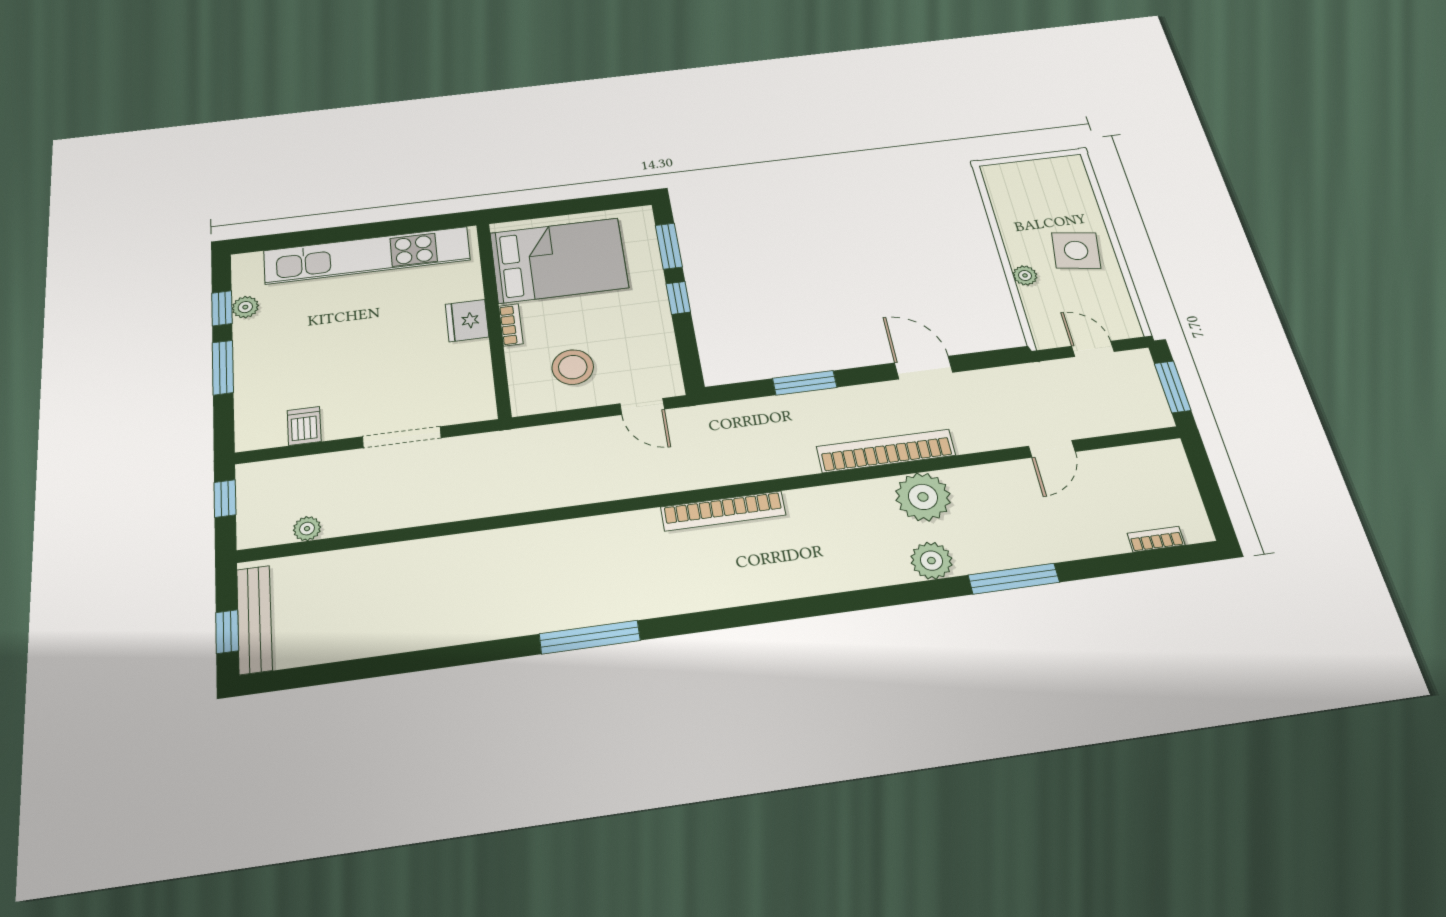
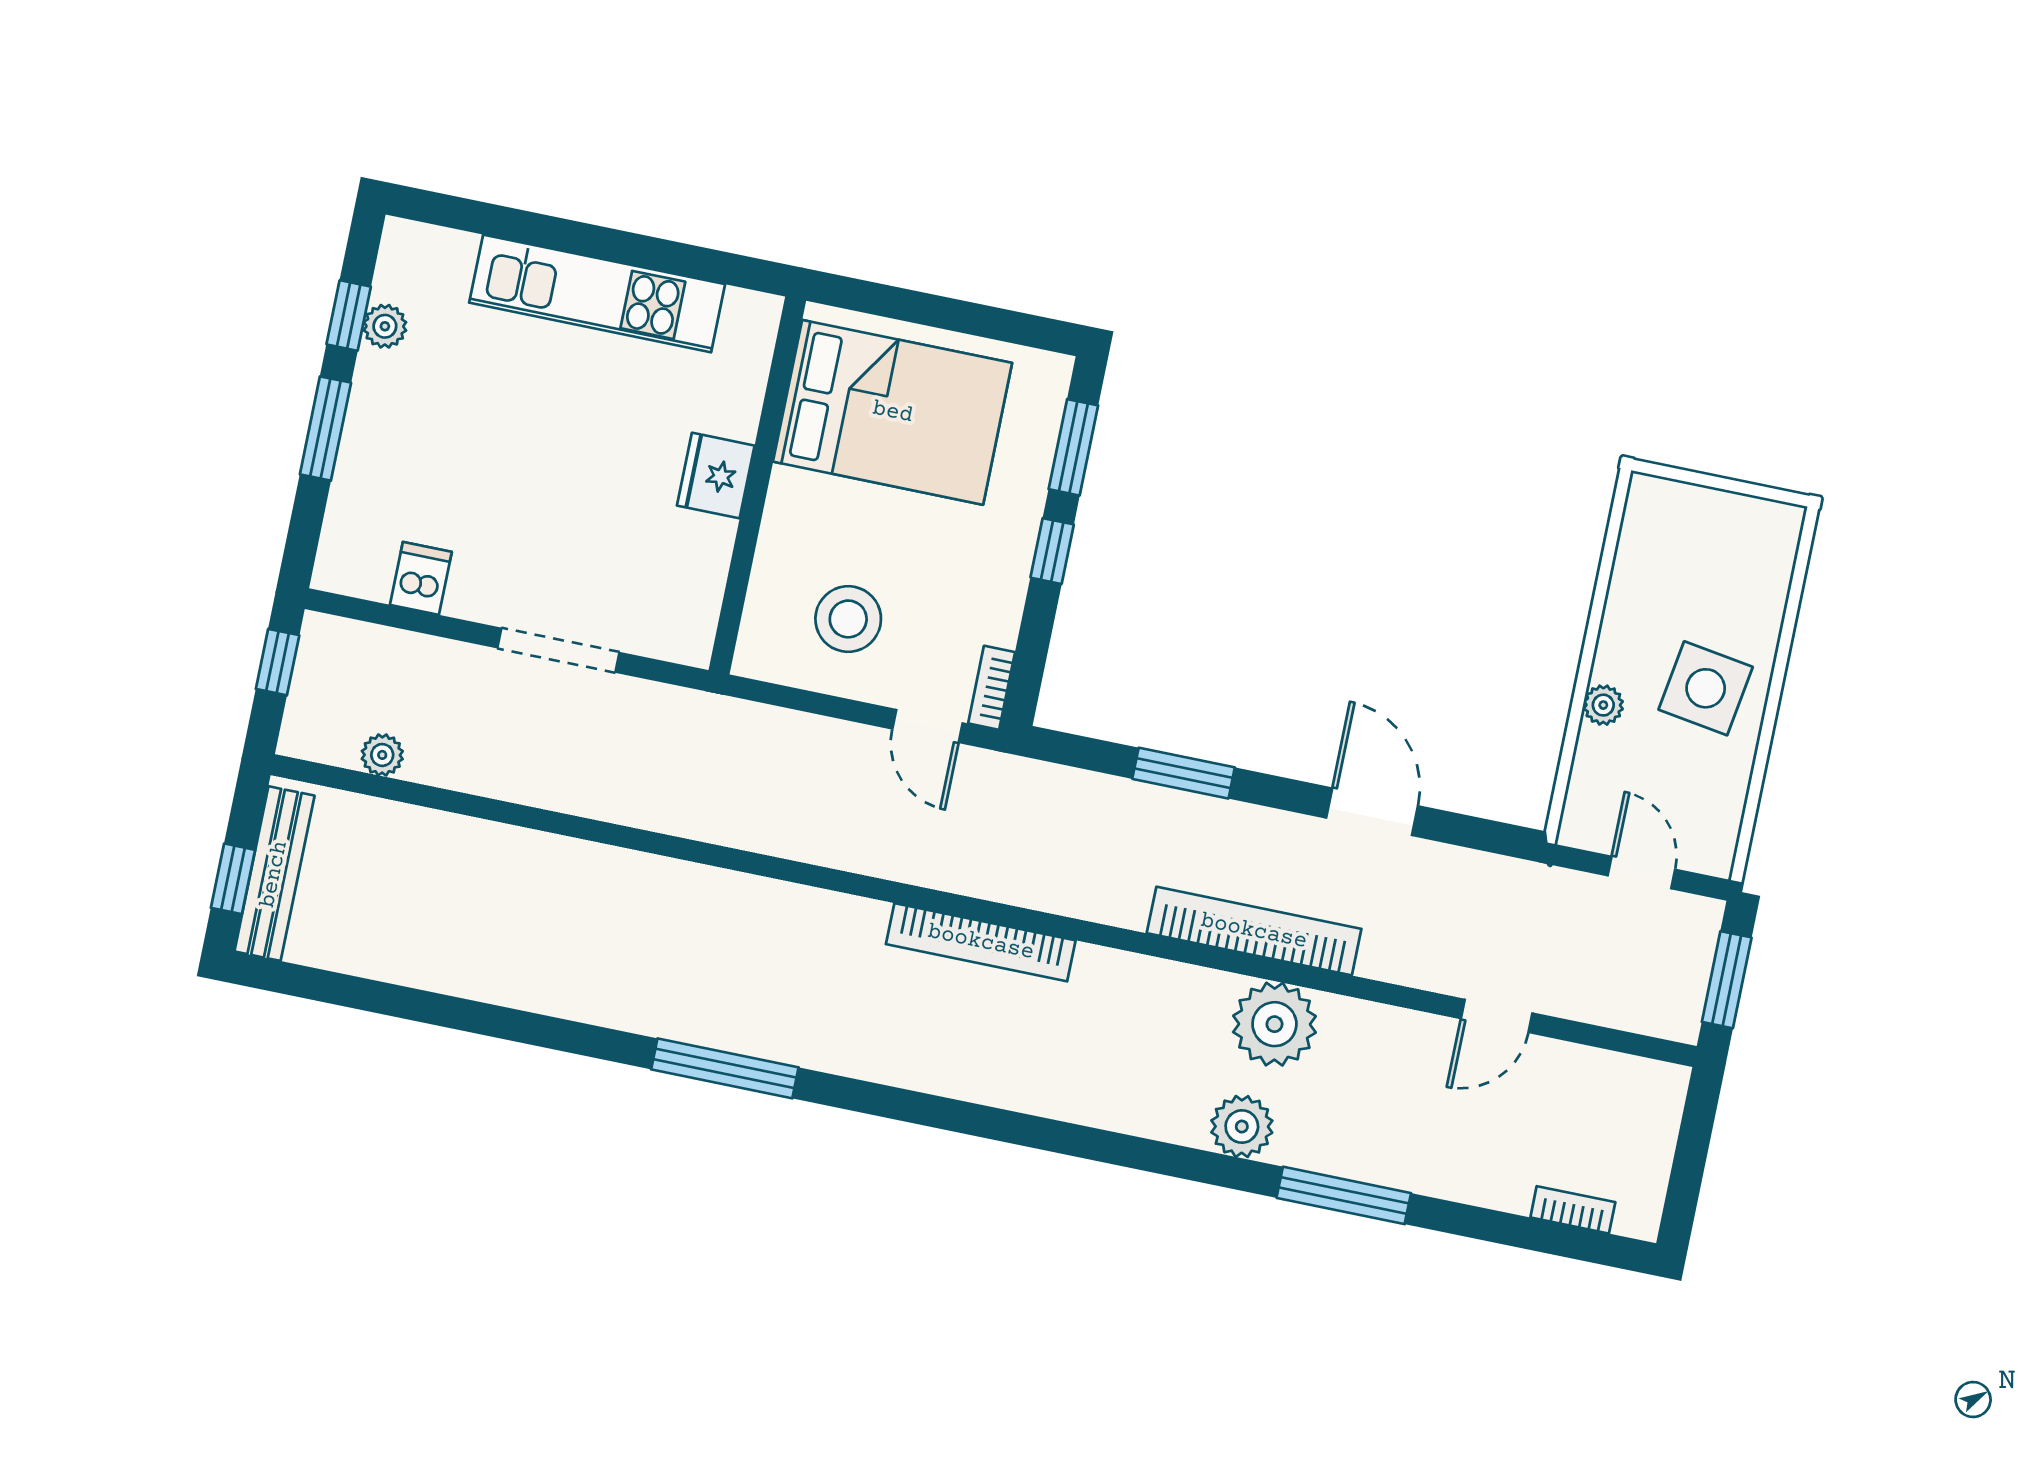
kitchen unit: (367, 255) -> (597, 293), width x0.73
bookcase: (511, 325) -> (992, 688), moved, turned 180

